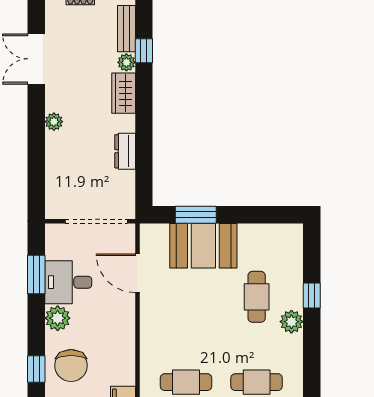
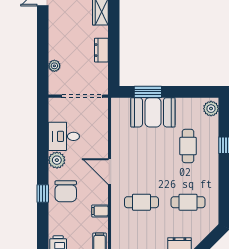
plant: (54, 122) -> (54, 66), moved
door: (137, 273) -> (109, 172), moved
window: (36, 275) -> (43, 131), removed
plant: (291, 322) -> (211, 109), moved

